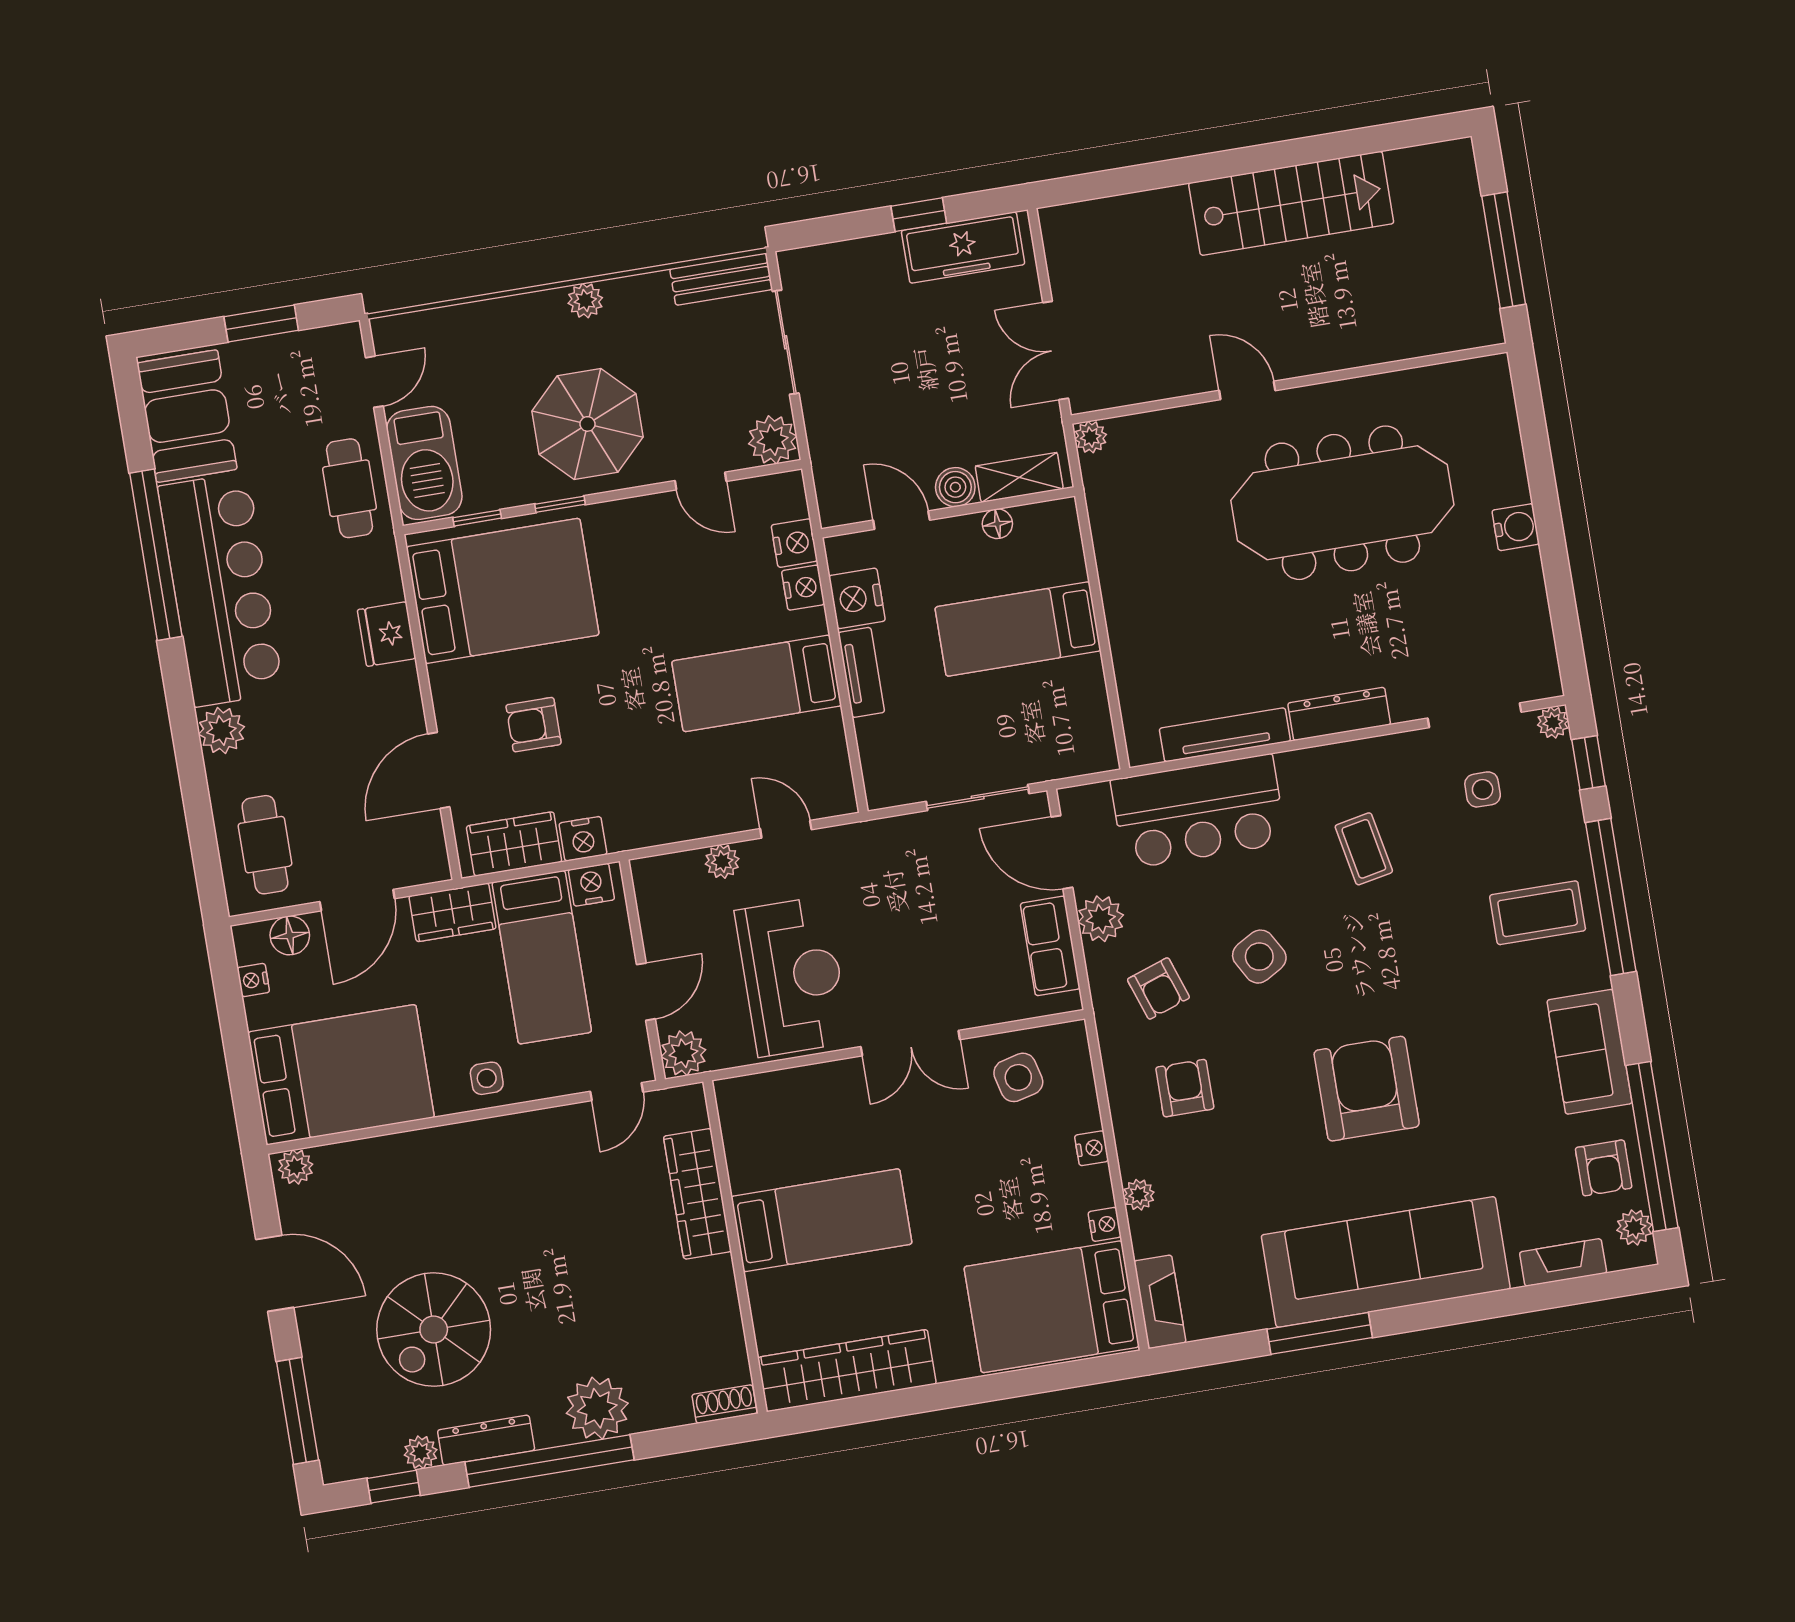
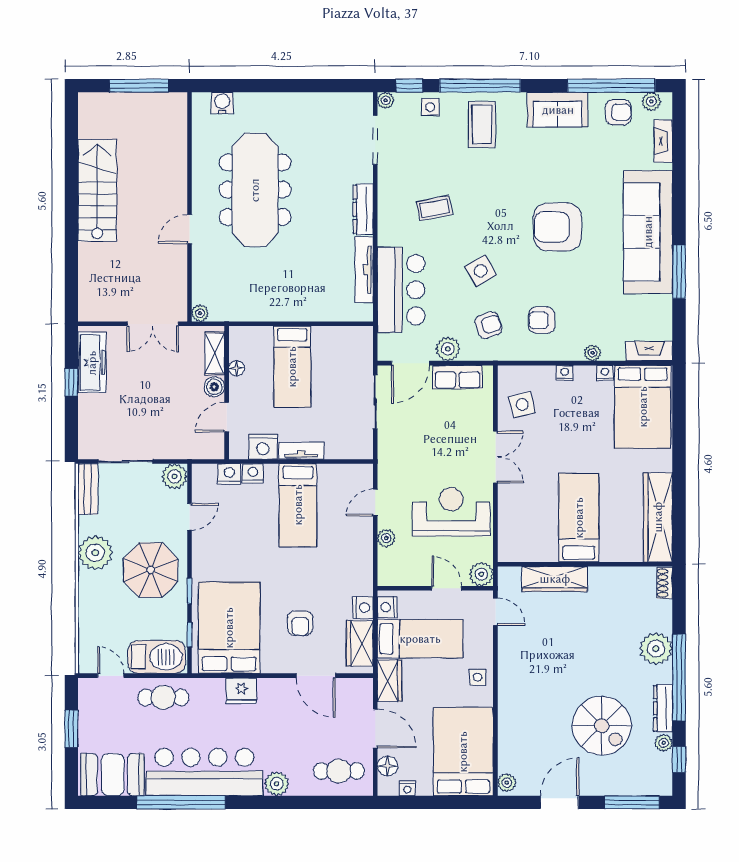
plant: (585, 301) -> (95, 553), width x1.87, depth x1.87
water cooler: (1516, 527) -> (222, 103), moved
side table: (1483, 789) -> (430, 107), moved

